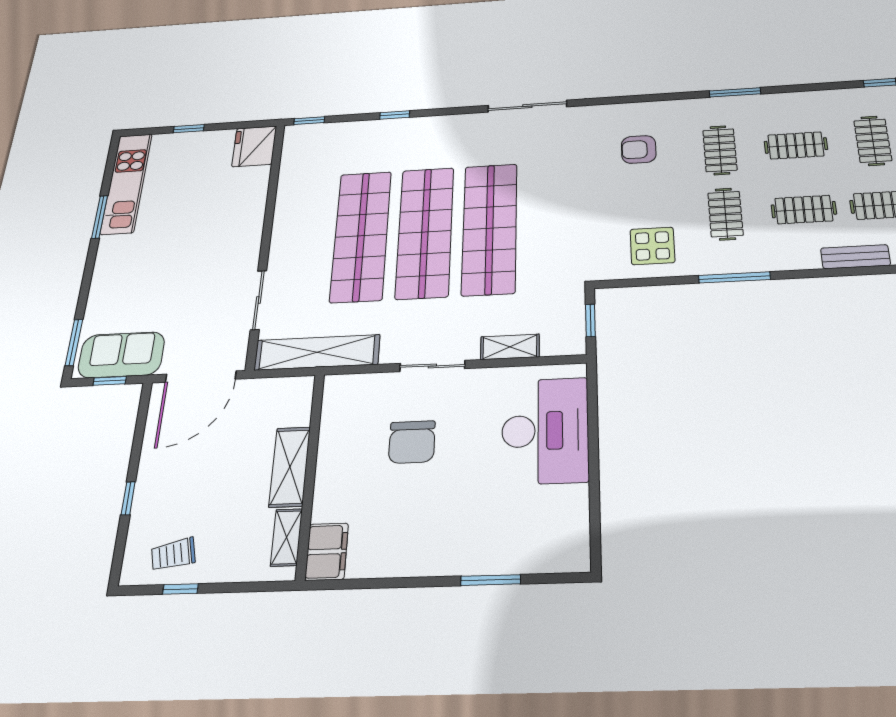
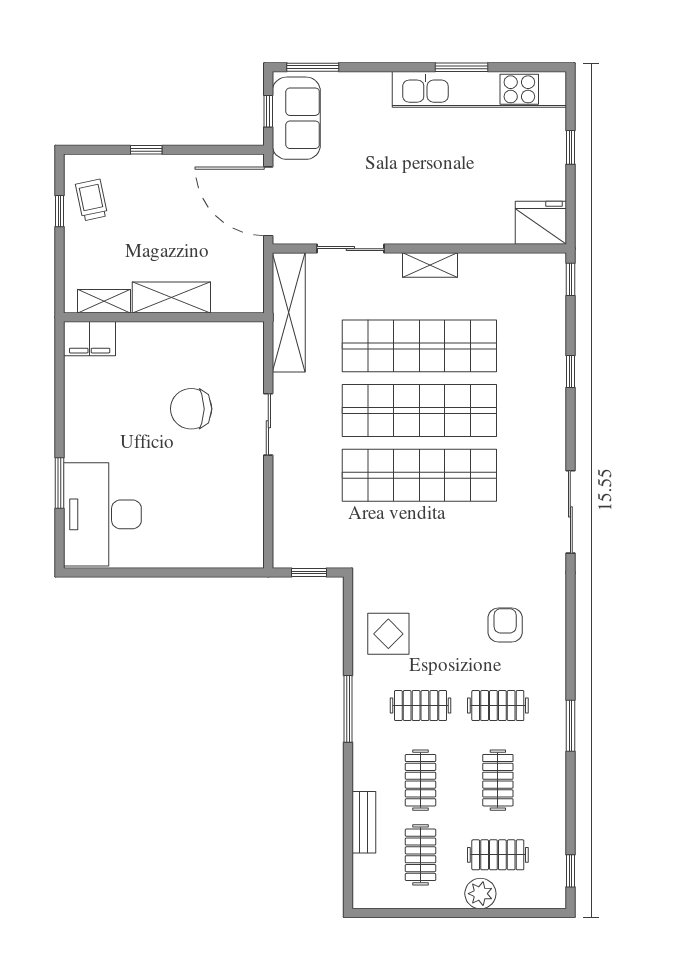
kitchen unit: (126, 183) -> (479, 89), width x1.36
shelving: (510, 347) -> (430, 265), moved, turned 90
desk: (545, 431) -> (102, 514), moved, turned 90

